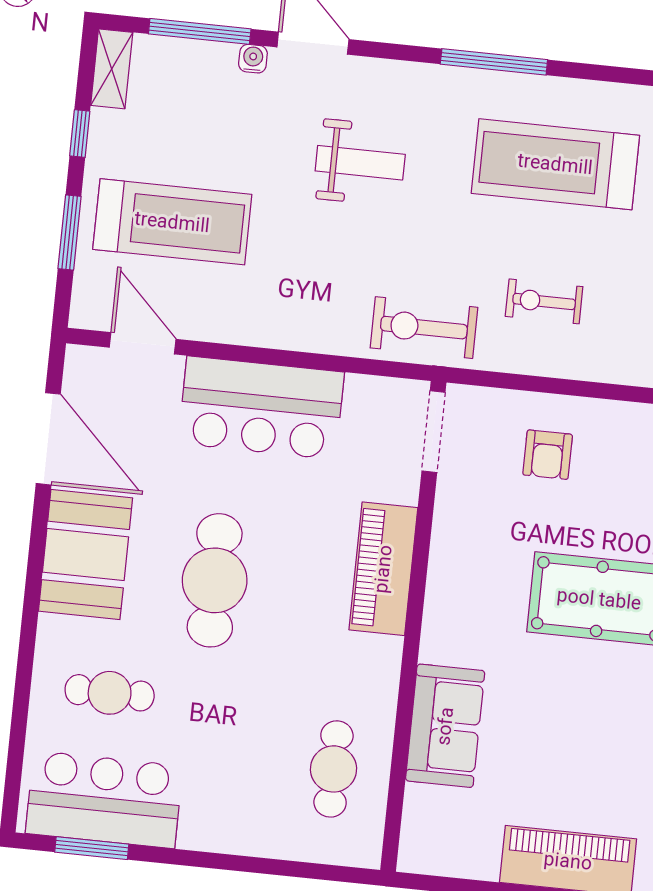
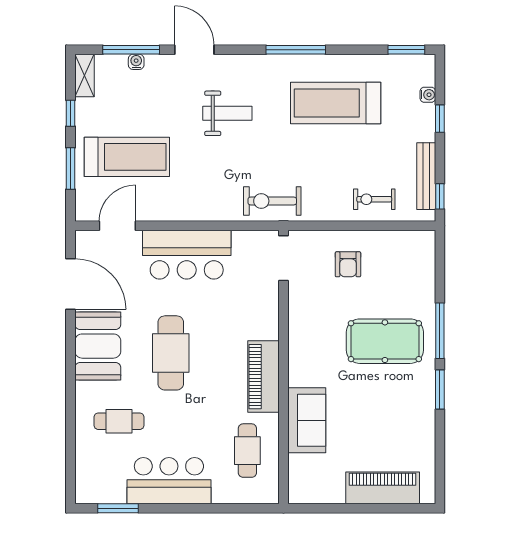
water cooler: (253, 59) -> (136, 62), moved
exercise bike: (544, 301) -> (374, 199), moved
door: (143, 343) -> (117, 226), hinge flipped
piano: (383, 569) -> (264, 377), moved
bar counter: (104, 800) -> (169, 481), moved

